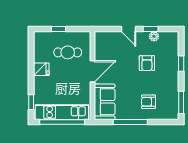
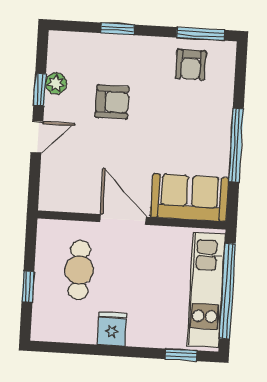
armchair: (148, 102) -> (191, 65), moved

